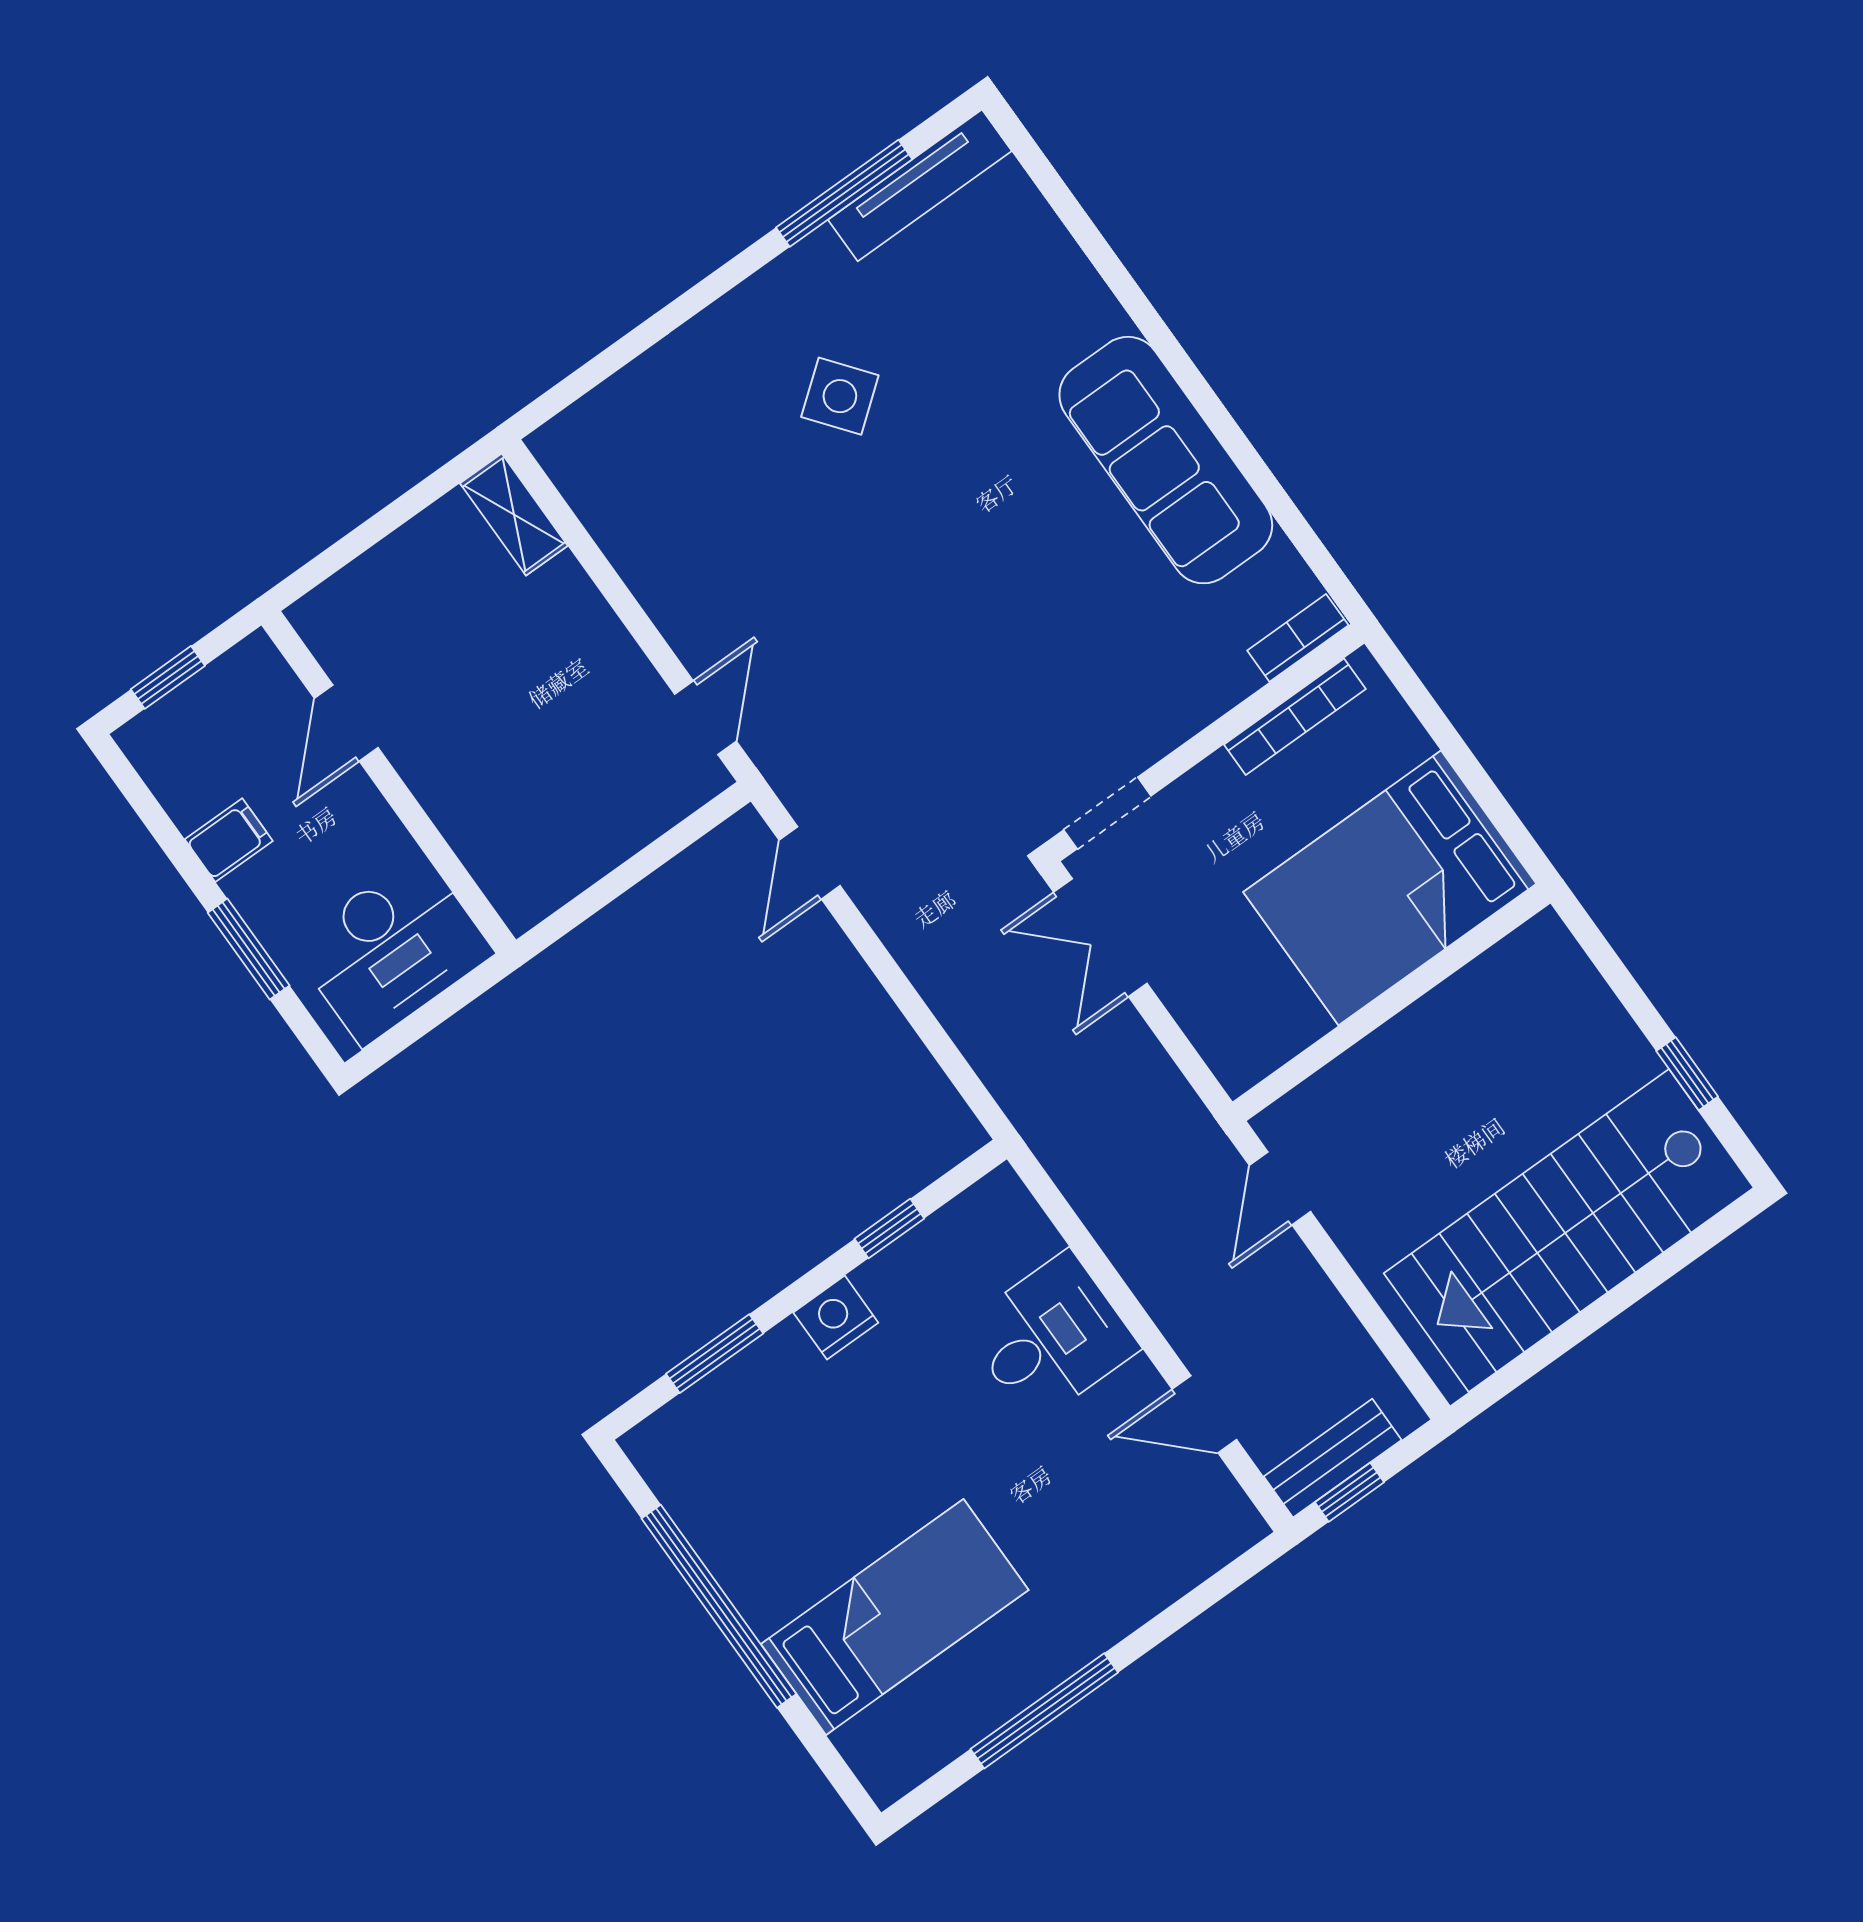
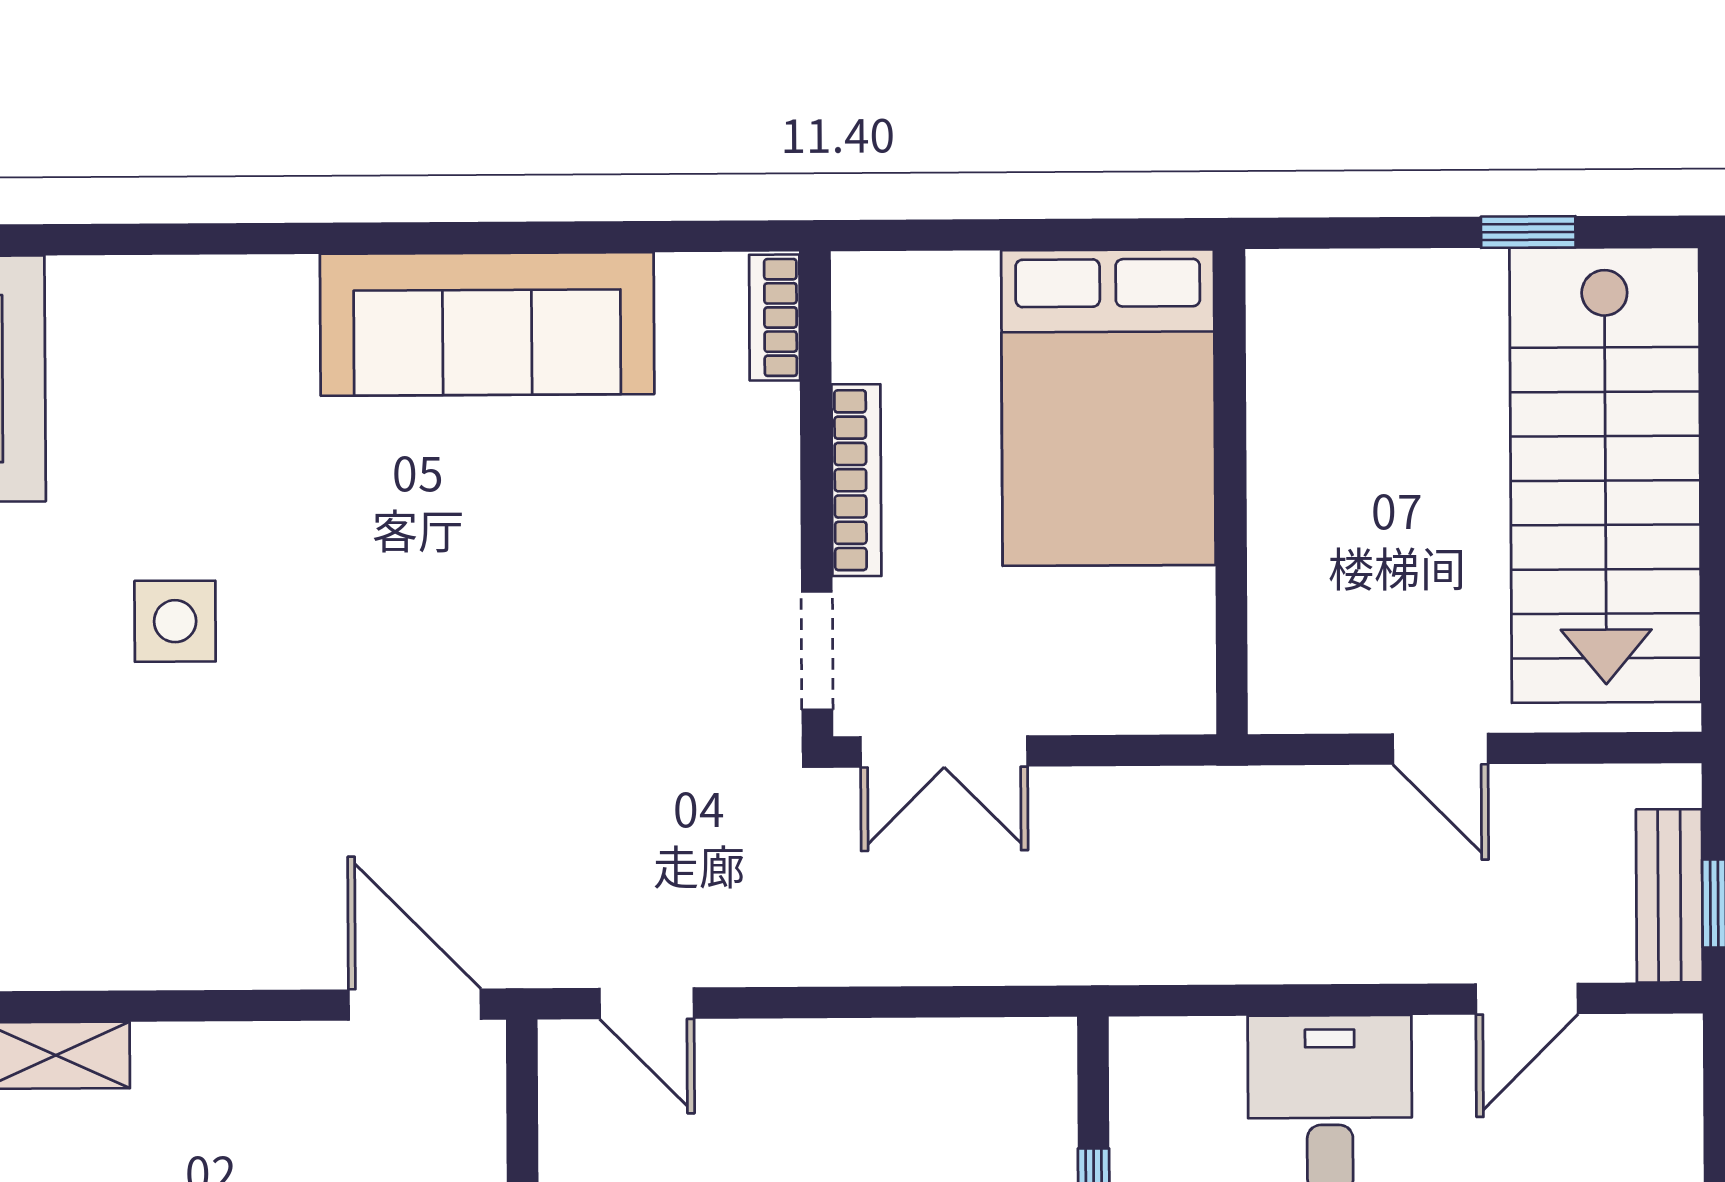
side table: (840, 396) -> (175, 621), turned 38
bookcase: (1295, 717) -> (856, 480), moved
door: (706, 718) -> (415, 1005), width x1.38
door: (1280, 1189) -> (1440, 749), moved

